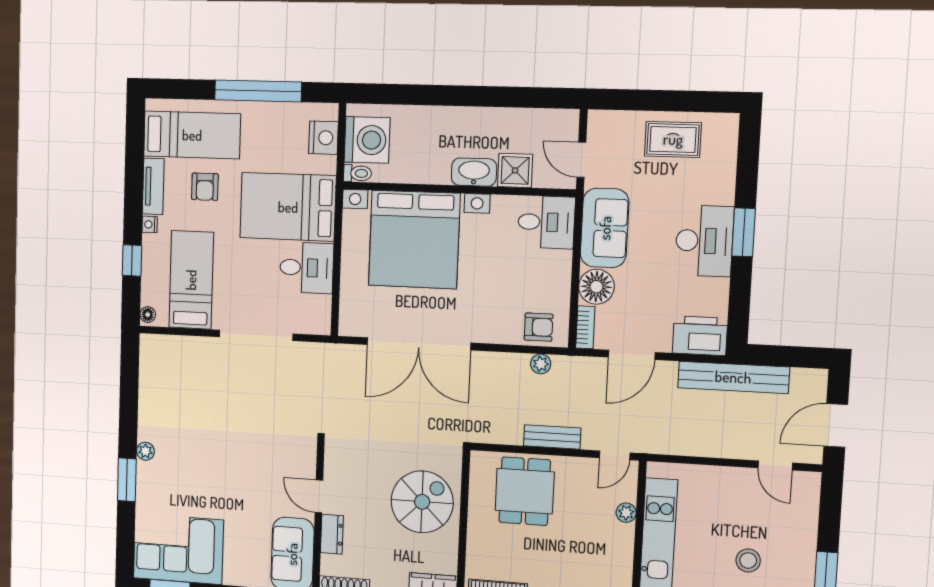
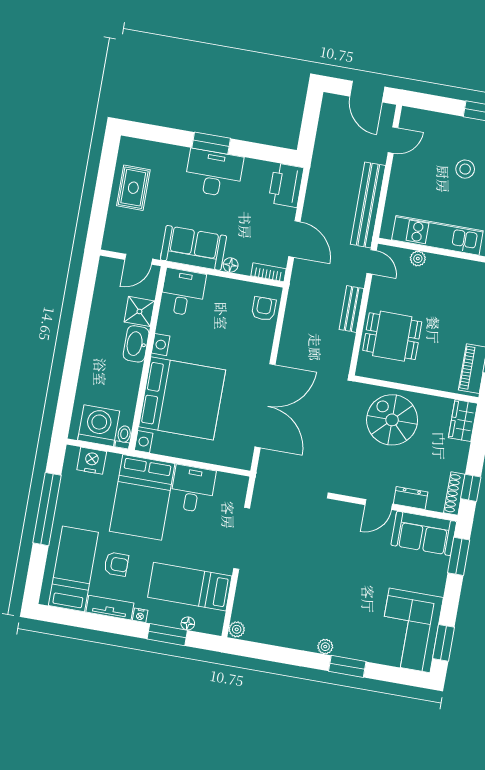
window: (132, 260) -> (167, 635), width x1.50
floor lamp: (596, 287) -> (231, 265), width x0.53, depth x0.53
floor lamp: (148, 315) -> (188, 623), moved
plant: (541, 364) -> (237, 629), moved
bench: (733, 377) -> (368, 205), moved

